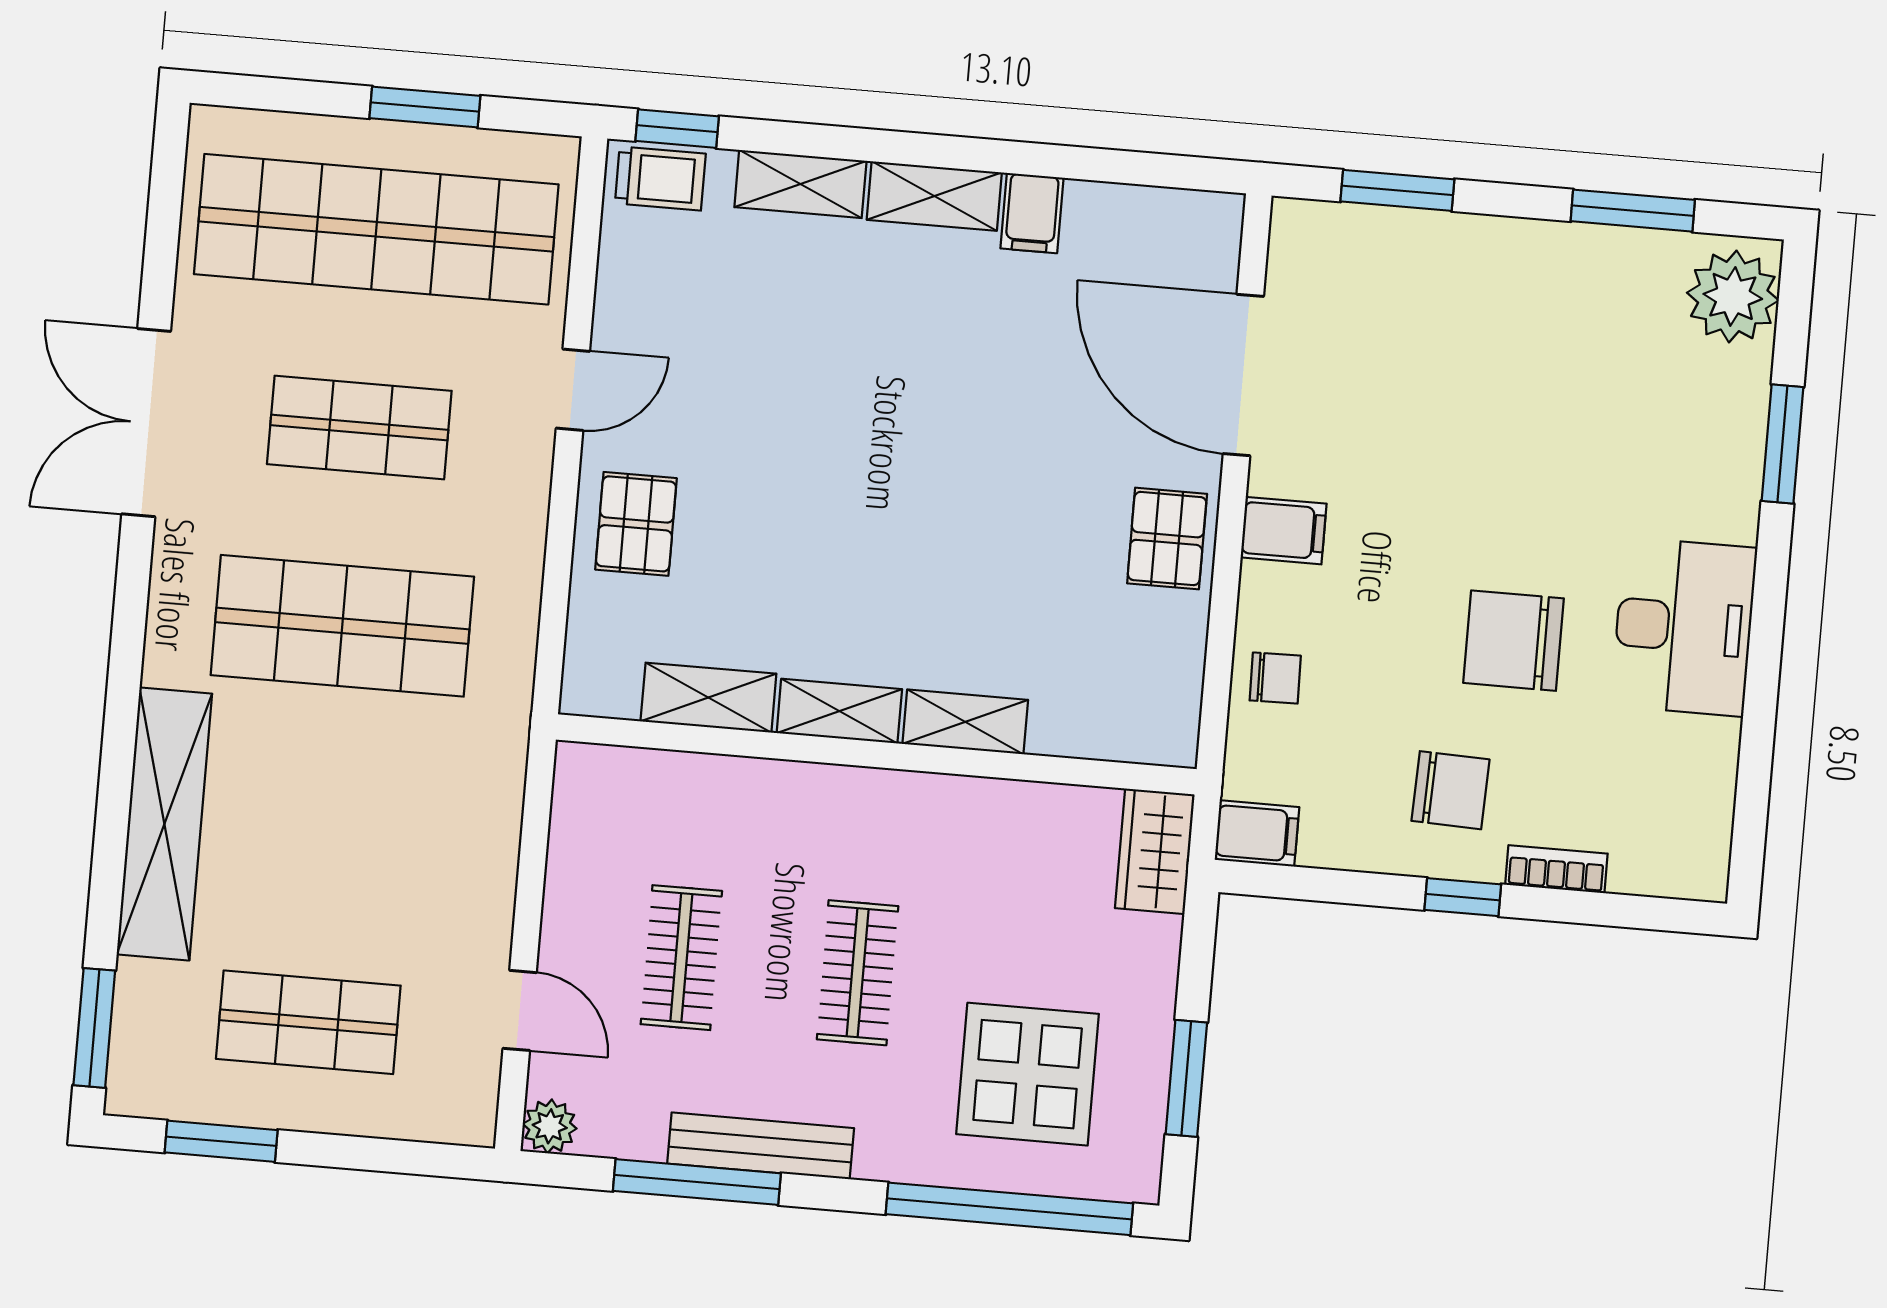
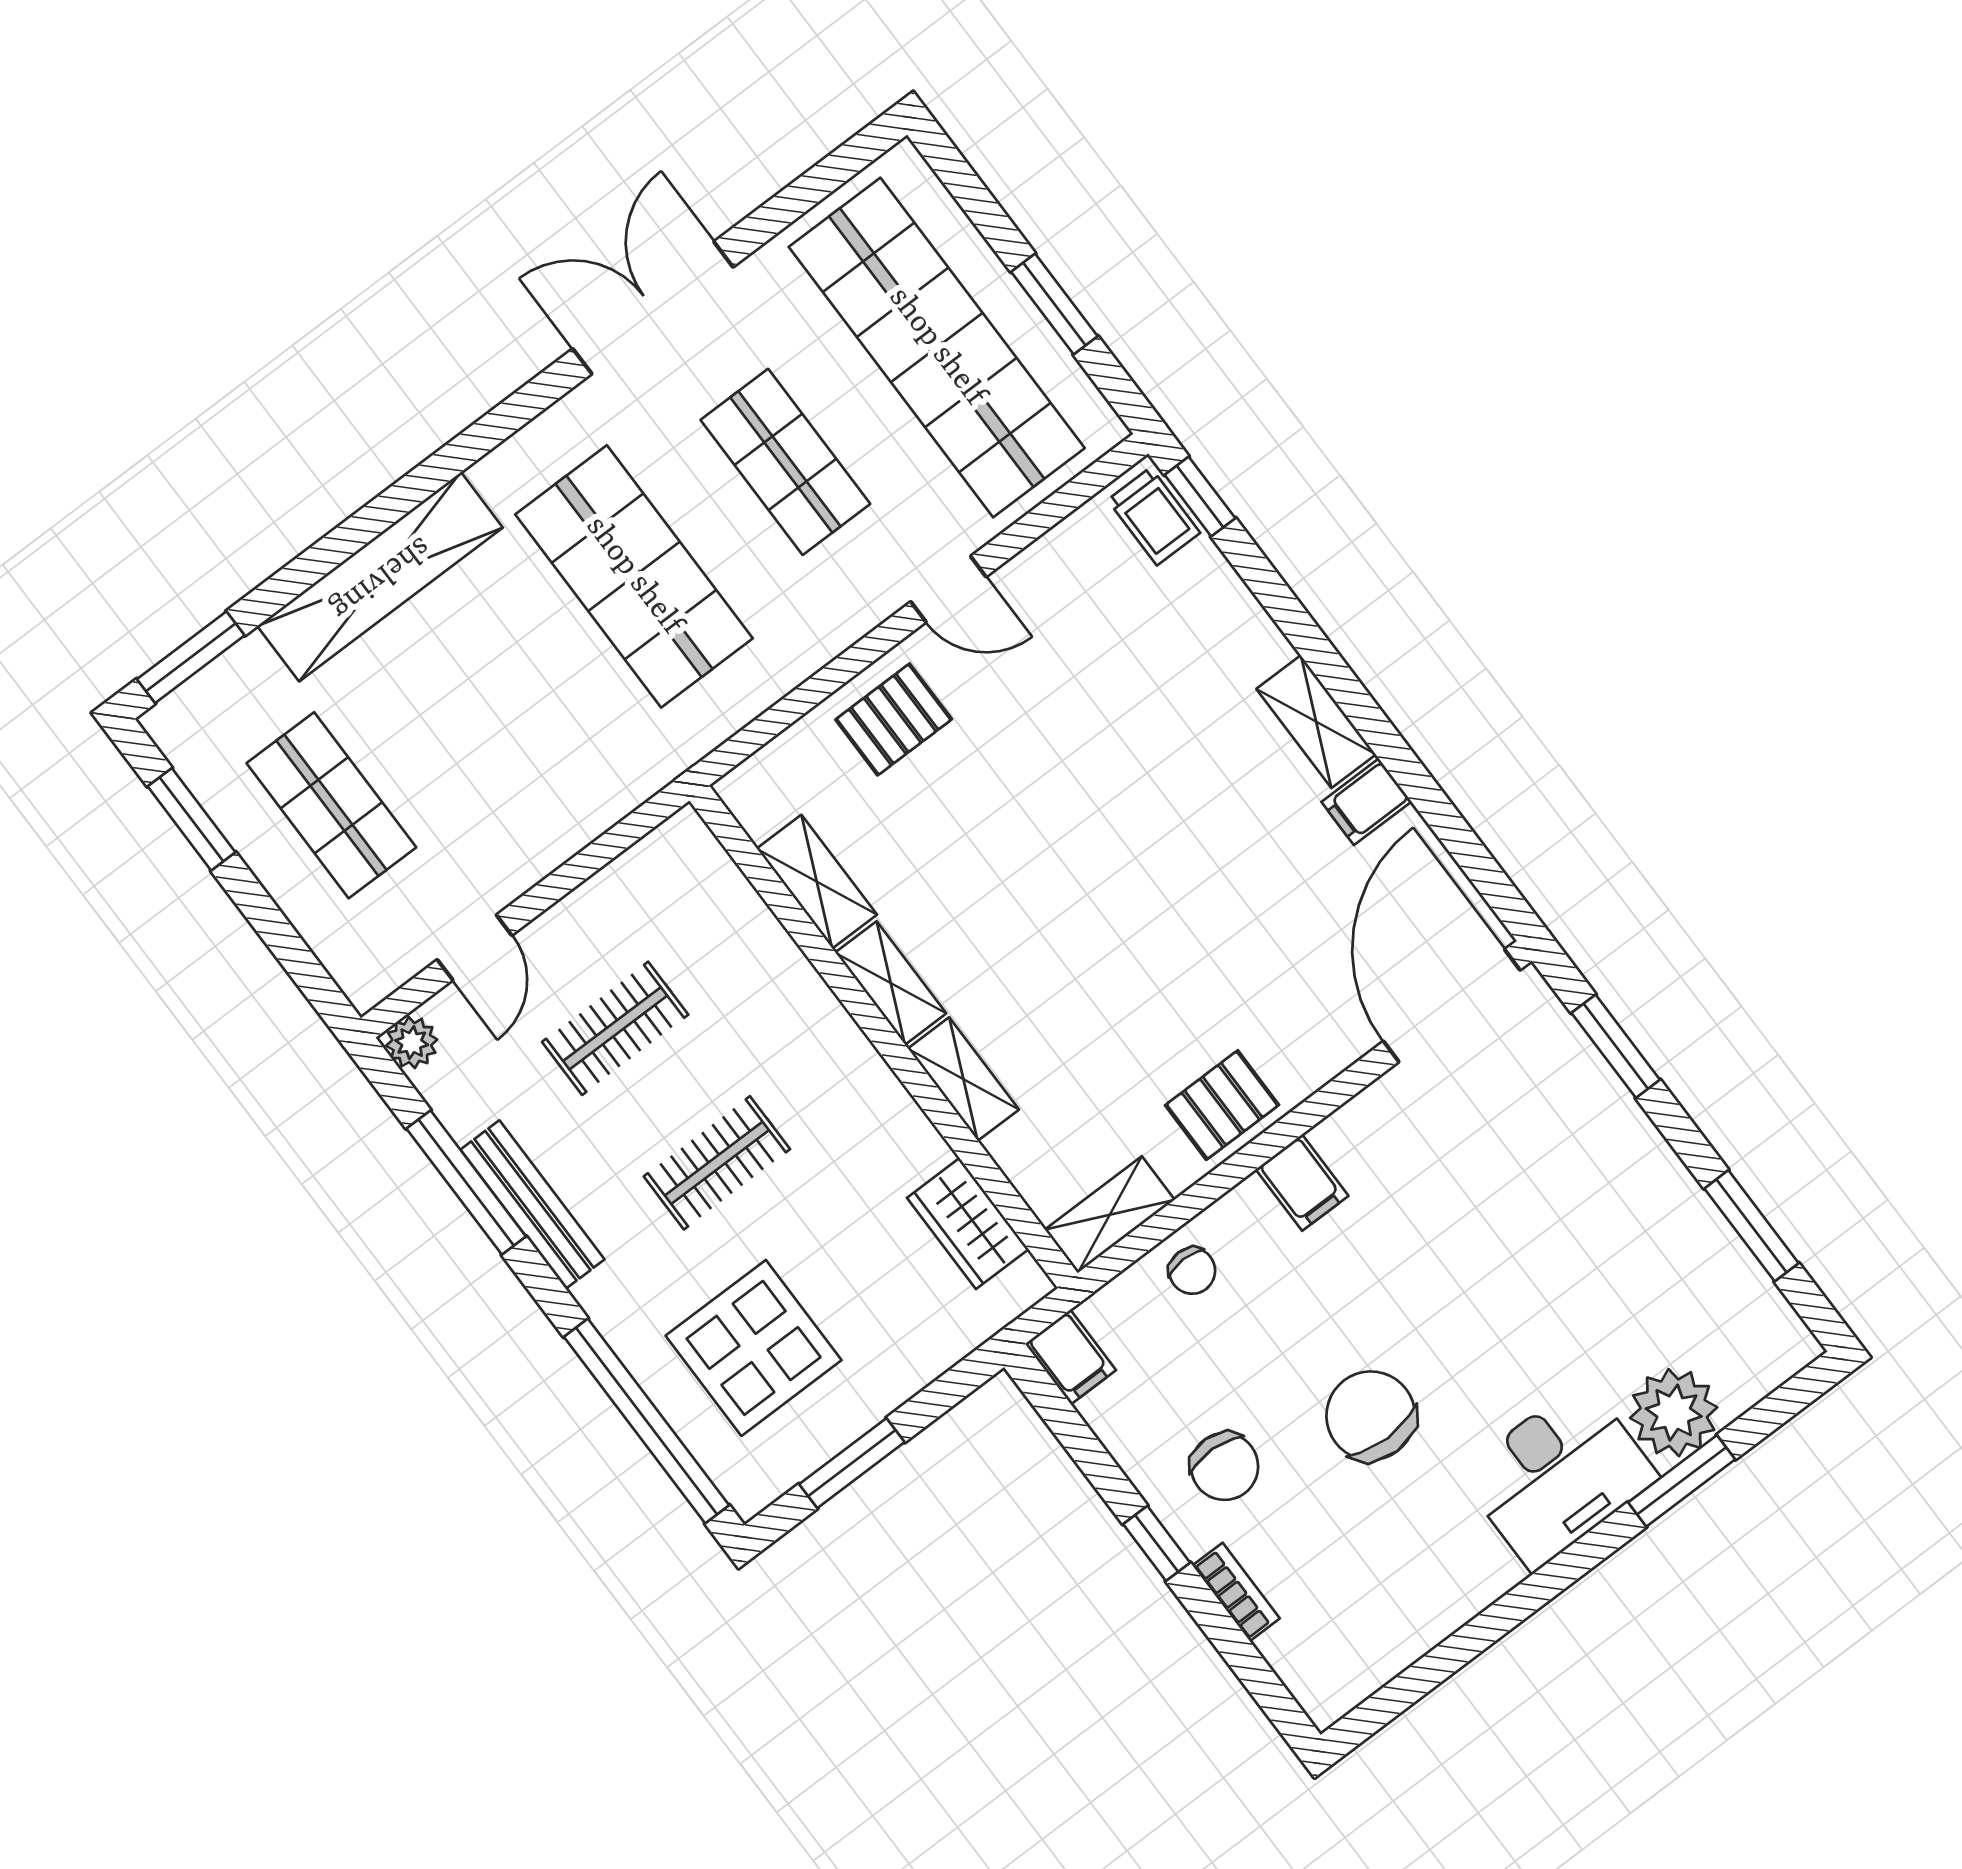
shelving: (800, 184) -> (1110, 1215), moved, turned 90
plant: (1733, 296) -> (1674, 1413), moved
door: (1243, 375) -> (1452, 1006), moved
desk: (1684, 627) -> (1558, 1475), moved
wardrobe: (1155, 851) -> (968, 1223), moved, turned -90

